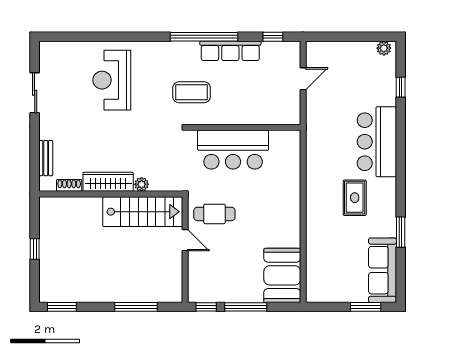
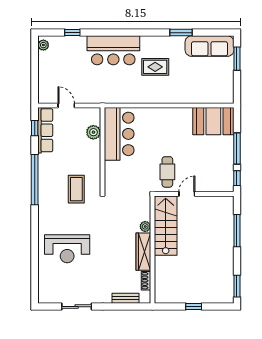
row of seats: (230, 51) -> (45, 130), moved
plant: (267, 115) -> (93, 132), added
bar counter: (233, 150) -> (119, 134), moved

